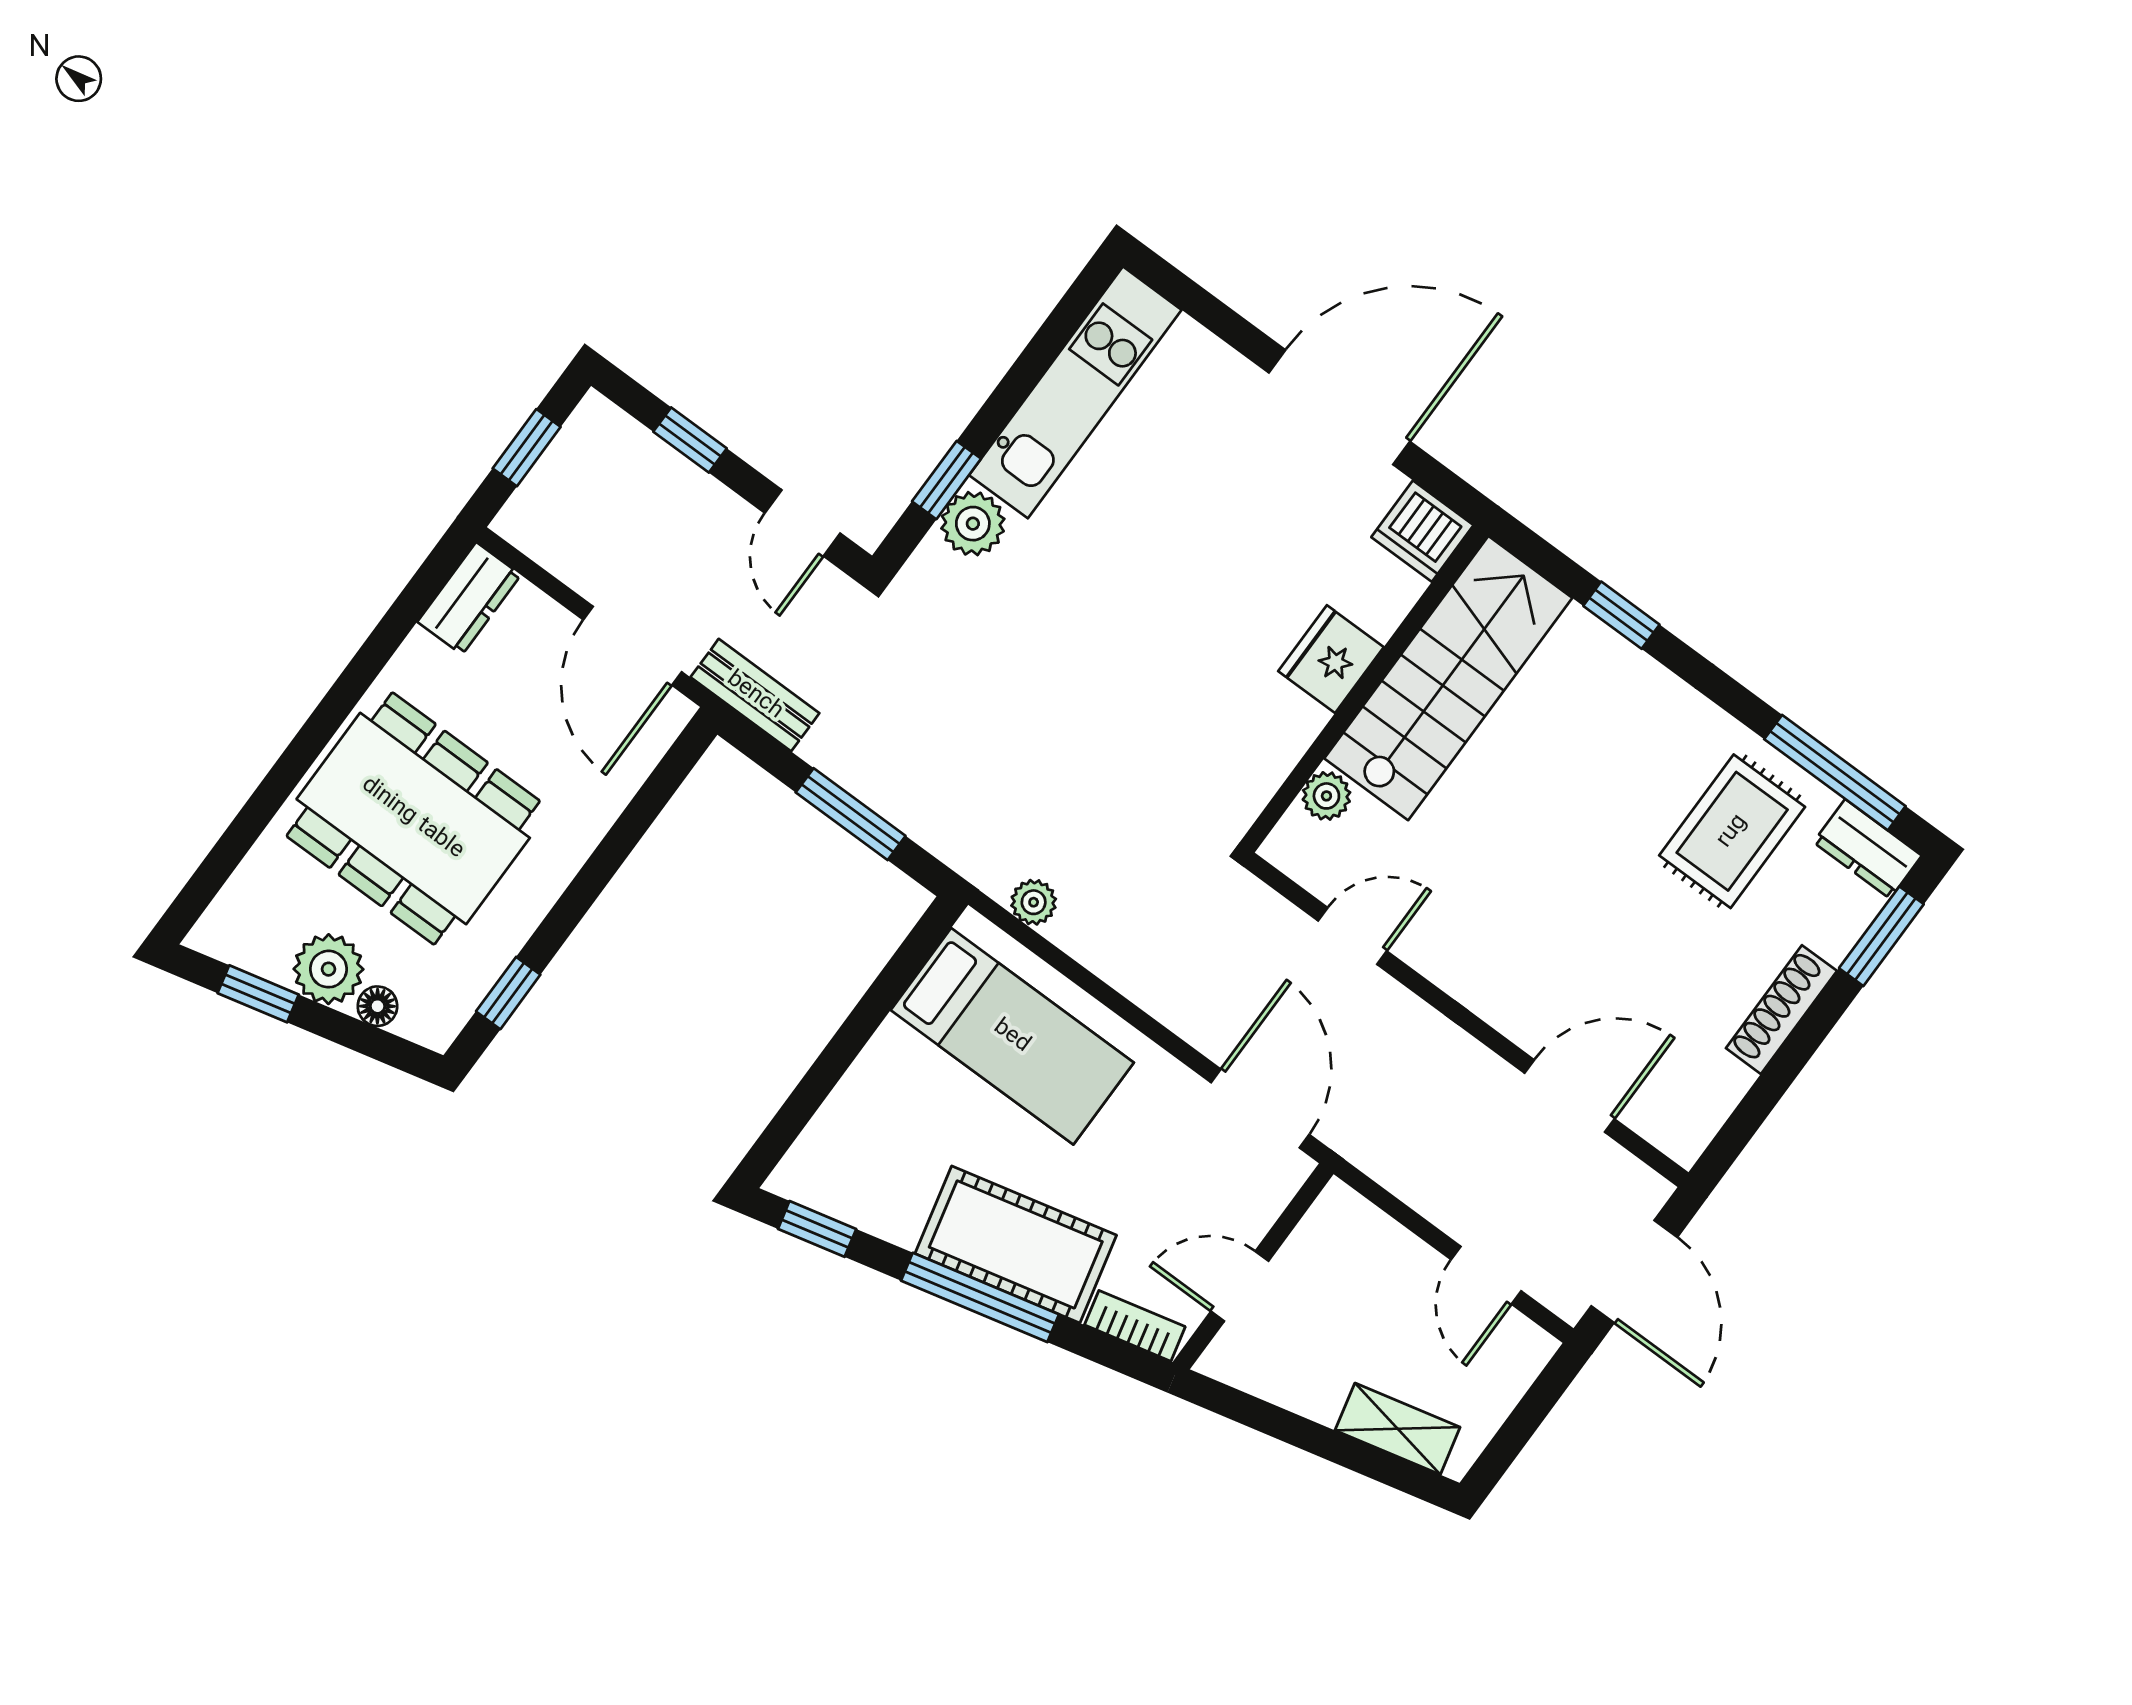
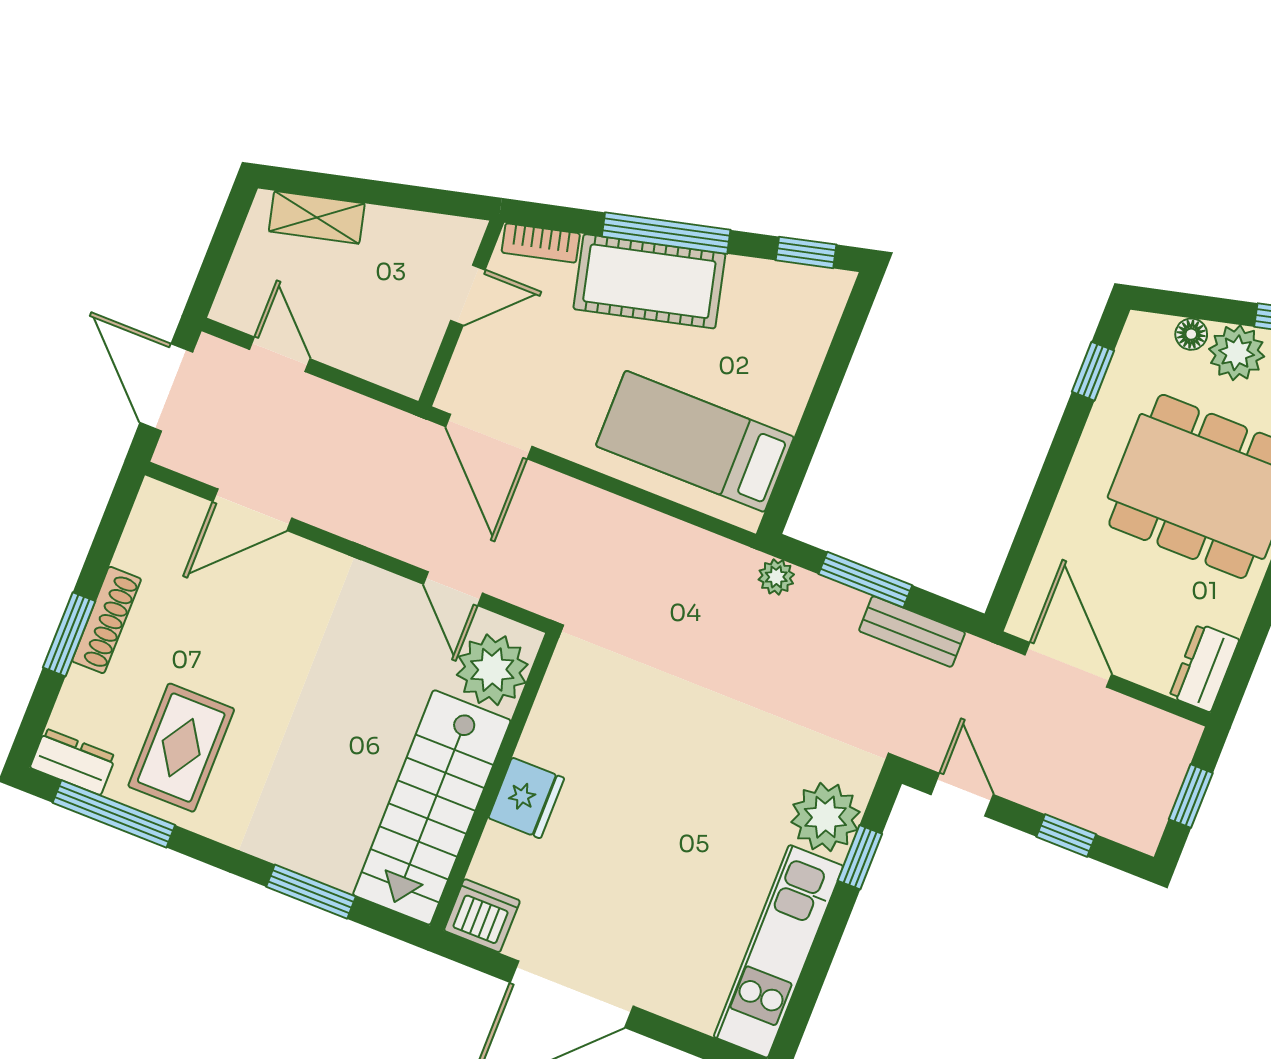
plant: (973, 524) -> (825, 817), width x1.36, depth x1.36
window: (1621, 615) -> (311, 892), width x1.50
bench: (755, 695) -> (912, 632), moved
plant: (1326, 796) -> (492, 670), width x1.88, depth x1.88
plant: (1034, 902) -> (776, 577), moved
door: (1352, 936) -> (453, 589), hinge flipped
window: (1881, 936) -> (69, 634), moved

